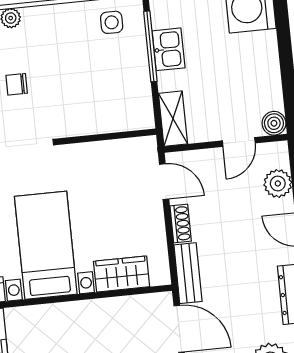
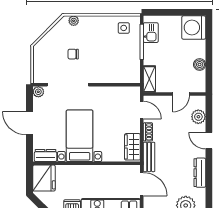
kitchen sink: (169, 49) -> (151, 33), moved
boiler: (274, 123) -> (200, 65), moved
wardrobe: (122, 274) -> (132, 147), moved, turned -90

